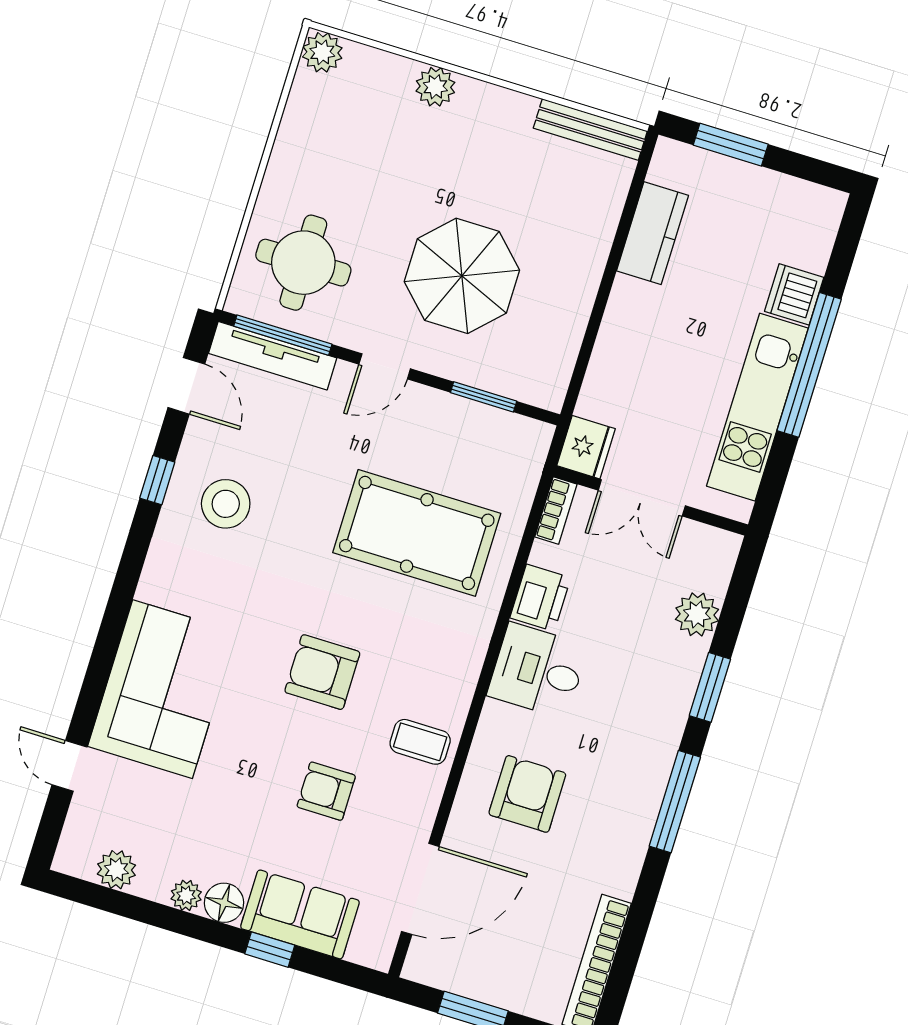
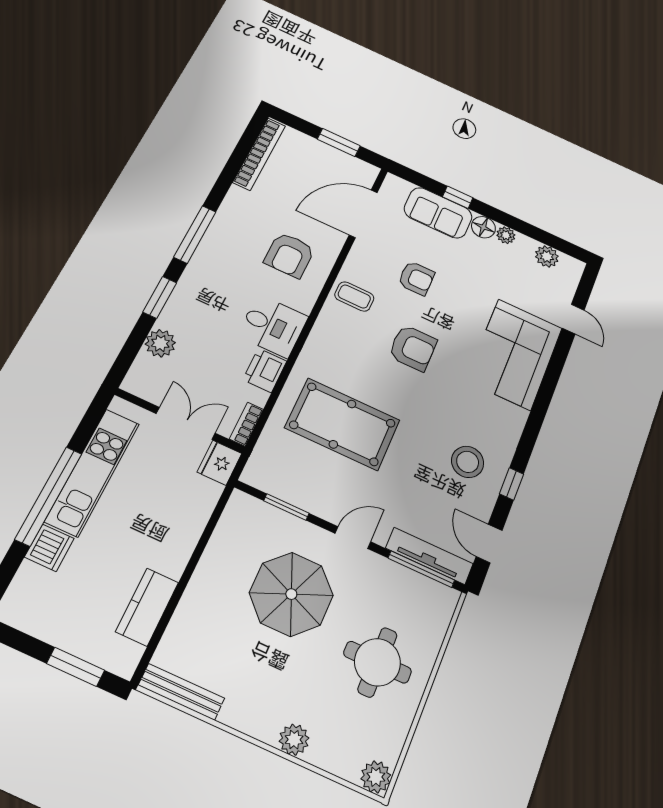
round table: (303, 263) -> (377, 662), moved

